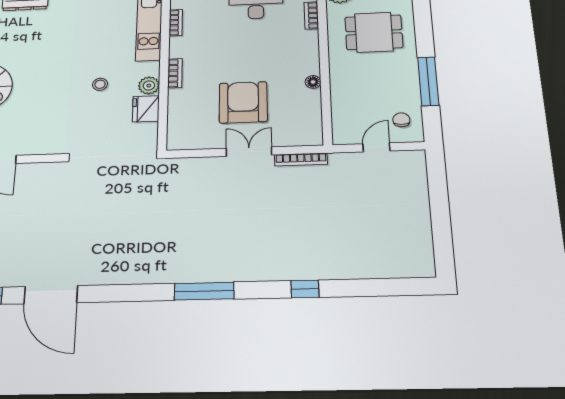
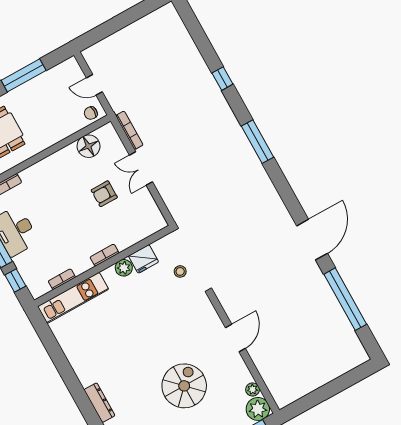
floor lamp: (313, 82) -> (89, 146), moved, width x1.89, depth x1.89
stool: (100, 84) -> (180, 271), moved
armchair: (243, 102) -> (104, 194), width x0.53, depth x0.53
chair: (401, 120) -> (91, 113), moved

